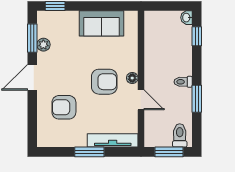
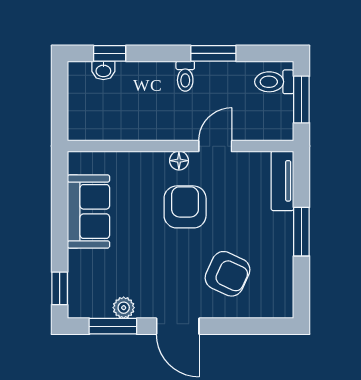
washbasin: (187, 18) -> (103, 70), moved
armchair: (64, 107) -> (228, 274), turned -65
tv unit: (113, 140) -> (282, 181), width x0.71

